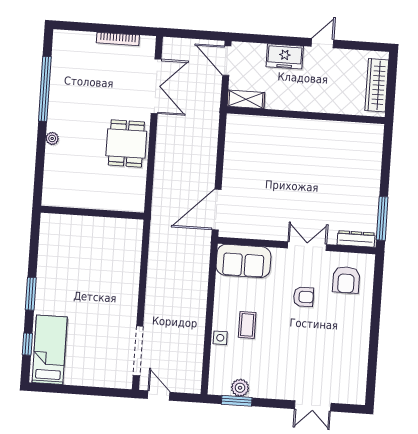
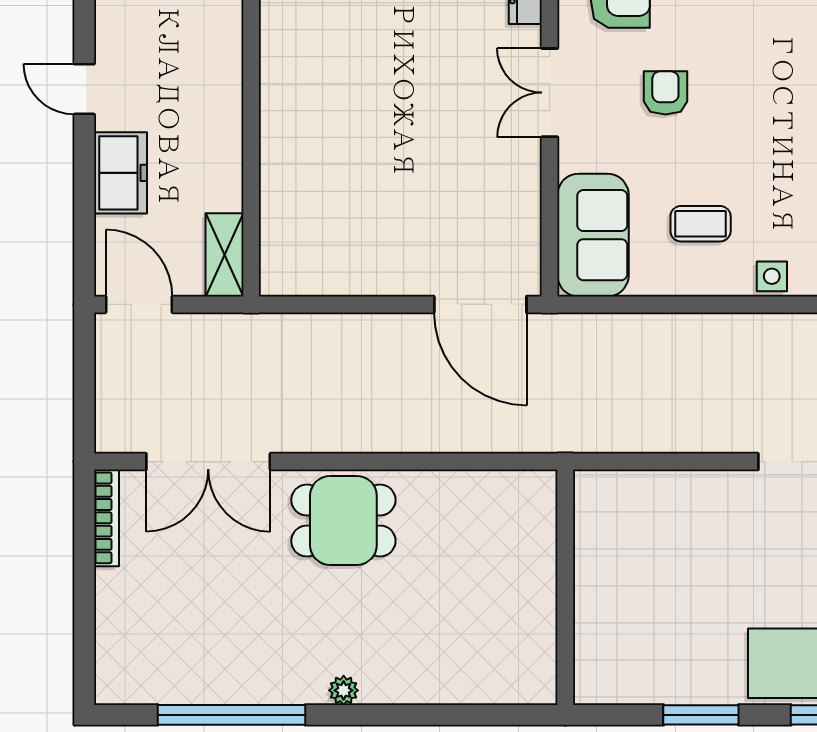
bookcase: (118, 39) -> (106, 518), moved
door: (227, 61) -> (139, 304), swing flipped
double door: (156, 86) -> (208, 462), swing flipped
wall: (92, 213) -> (565, 587), moved
coffee table: (247, 325) -> (701, 224), moved

